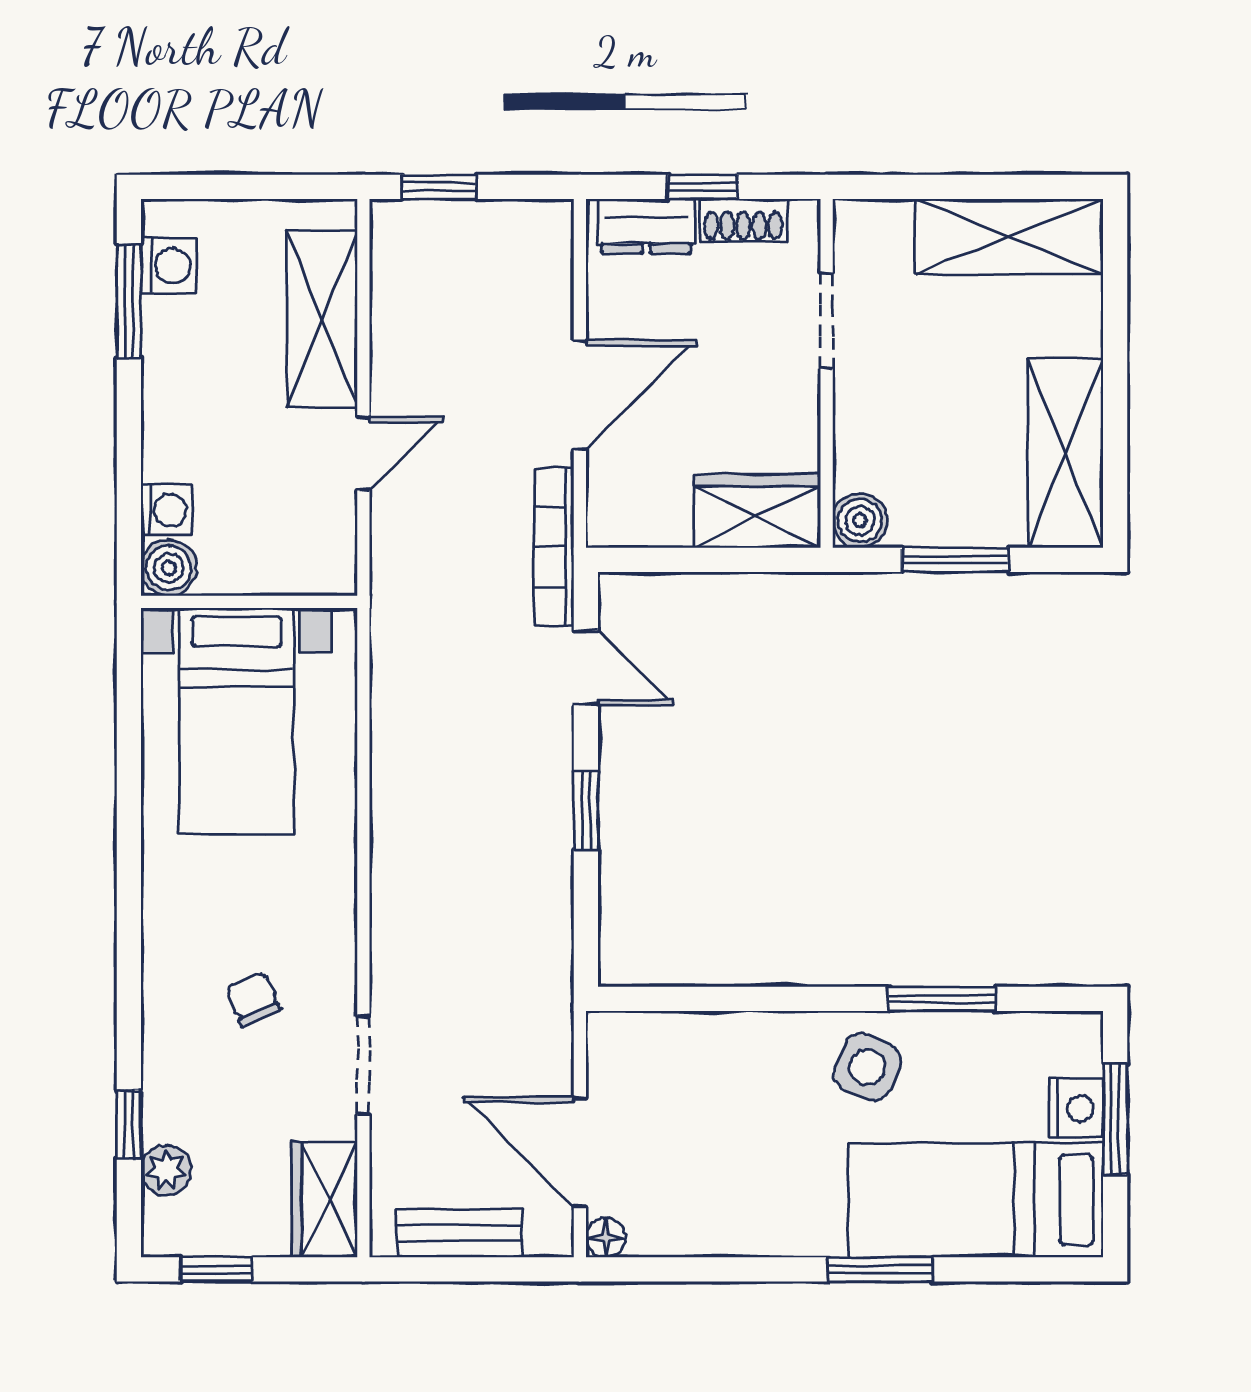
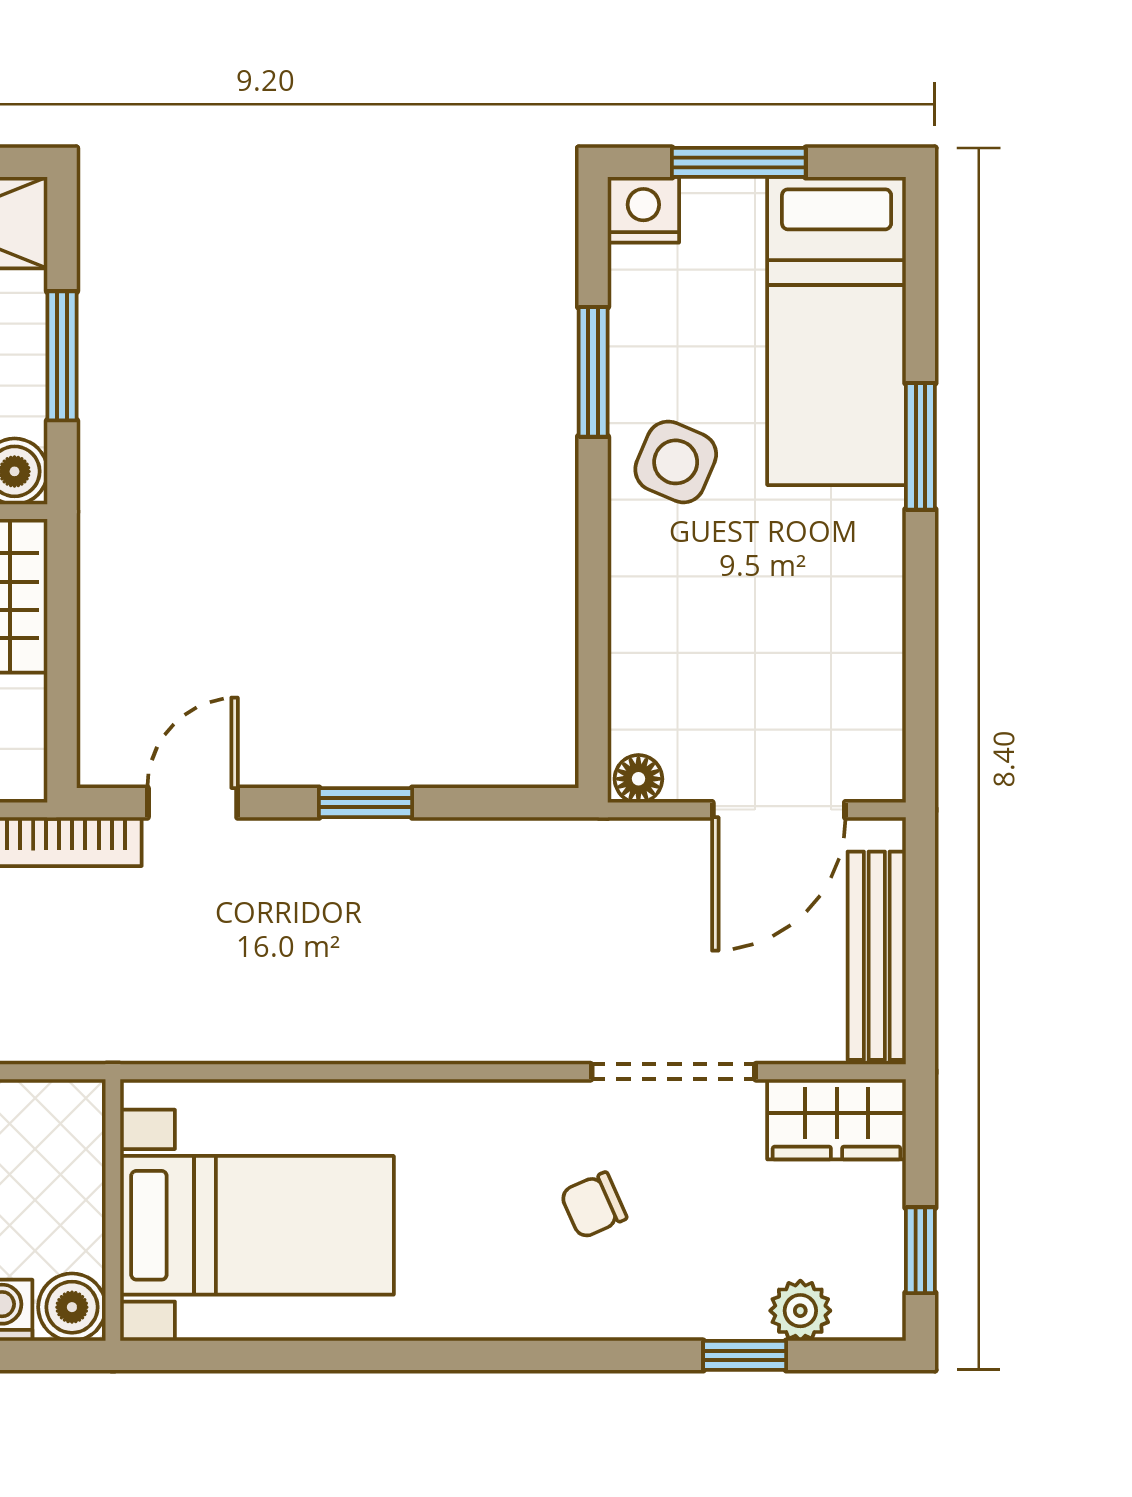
doorway: (363, 1065) -> (673, 1072), width x1.38
nightstand: (1076, 1108) -> (643, 210), moved
bench: (459, 1233) -> (877, 956), width x1.36
floor lamp: (606, 1238) -> (638, 779), moved

